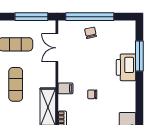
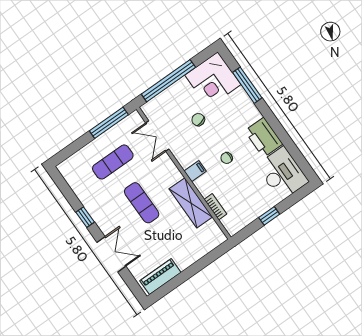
chair: (91, 33) -> (198, 120), moved
corner desk: (119, 37) -> (213, 80), added
printer: (126, 67) -> (264, 137), moved

